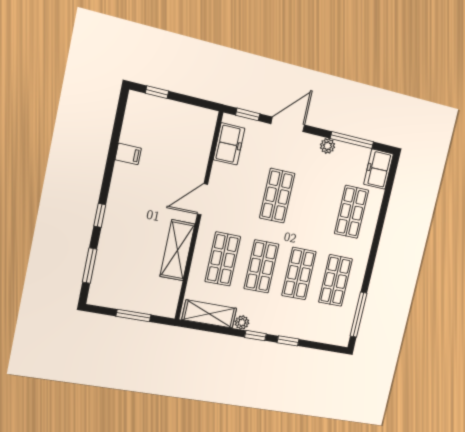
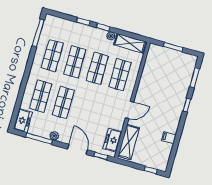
door: (288, 124) -> (78, 149), swing flipped
shop shelf: (277, 196) -> (63, 103), moved
shelving: (177, 250) -> (129, 142), moved

